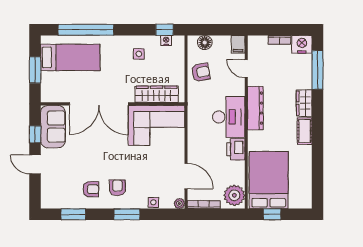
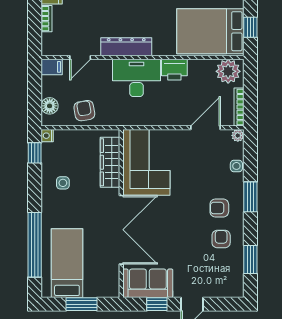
nightstand: (166, 40) -> (47, 136), moved

